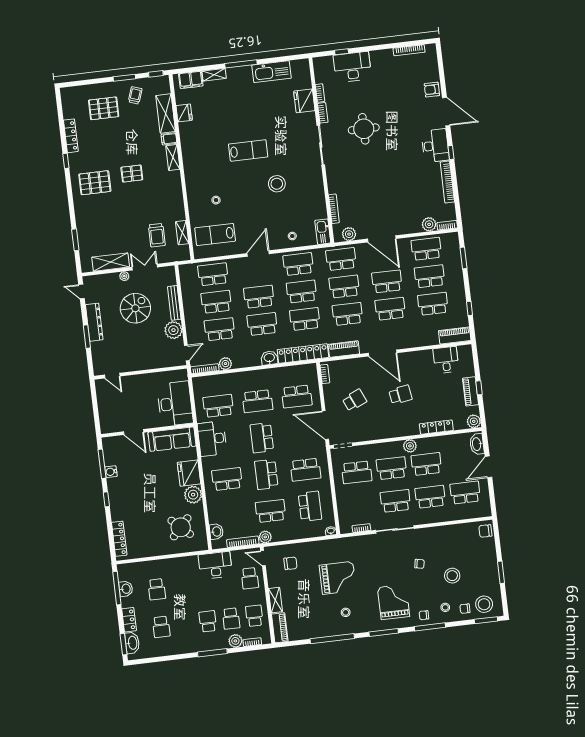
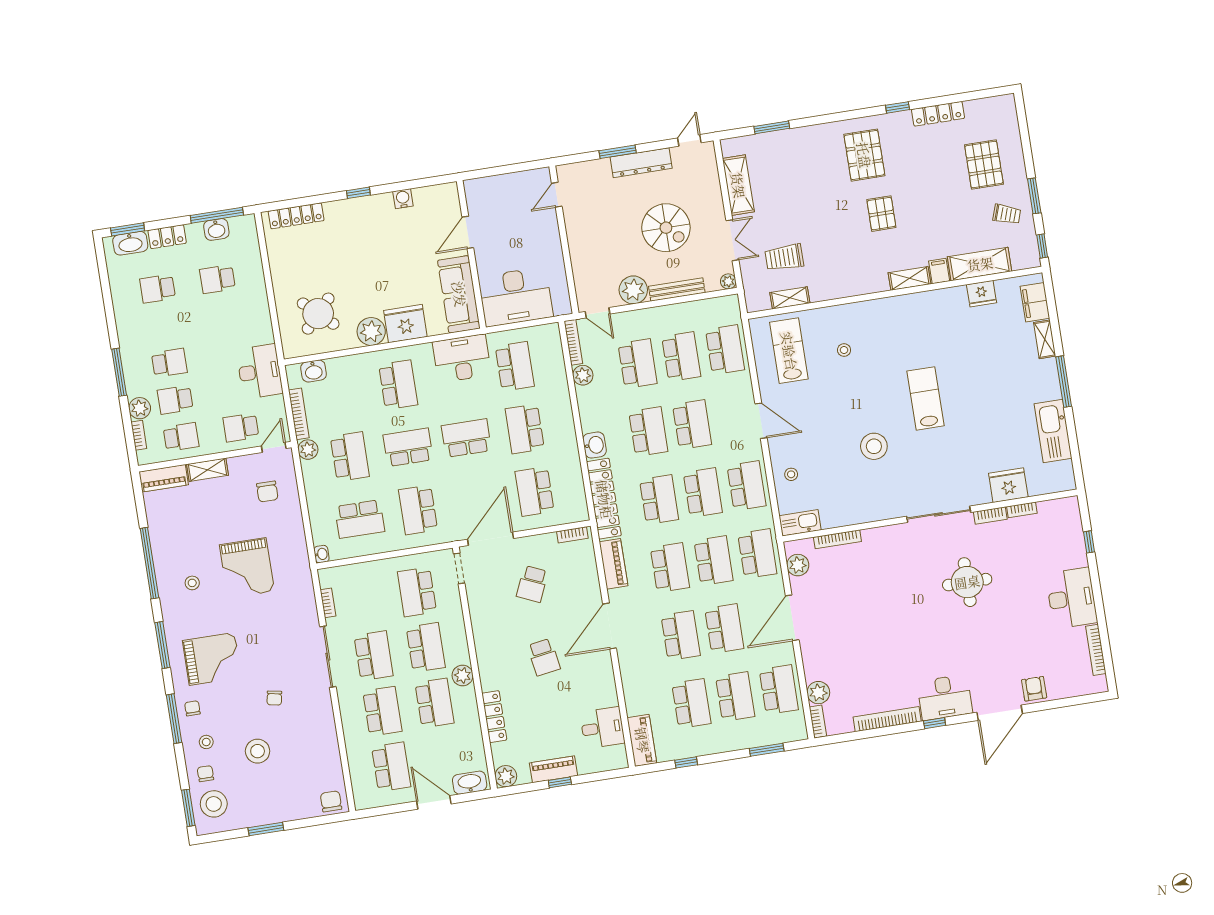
desk: (352, 67) -> (1072, 598), moved
lab bench: (248, 150) -> (925, 398), turned 180
plant: (124, 276) -> (728, 281), moved
school desk: (355, 400) -> (532, 584), turned 48
window: (102, 464) -> (415, 184), removed

